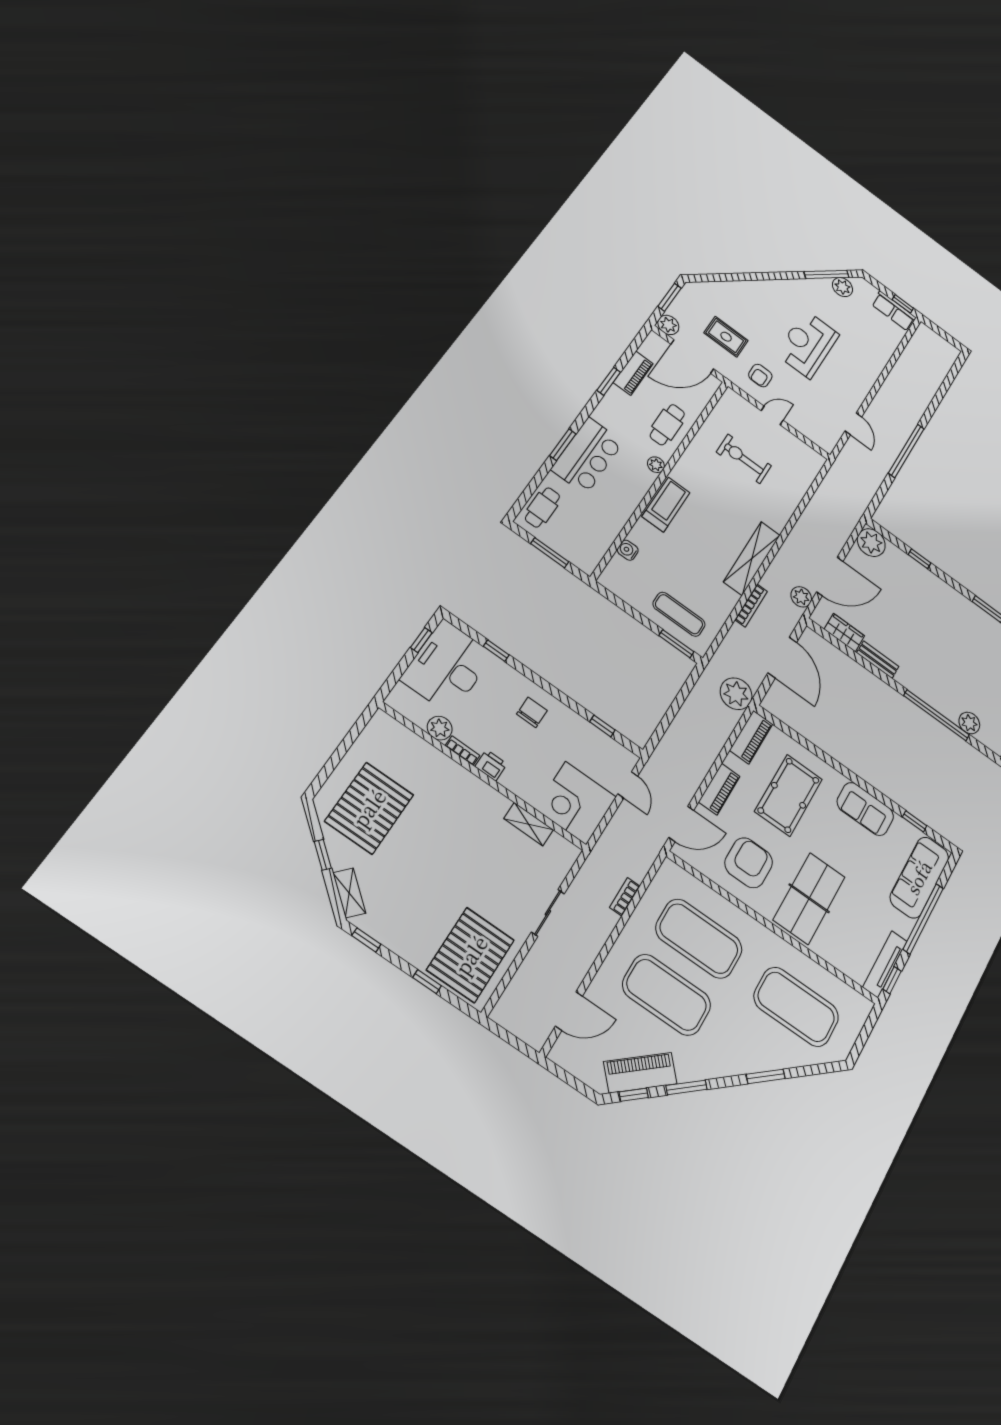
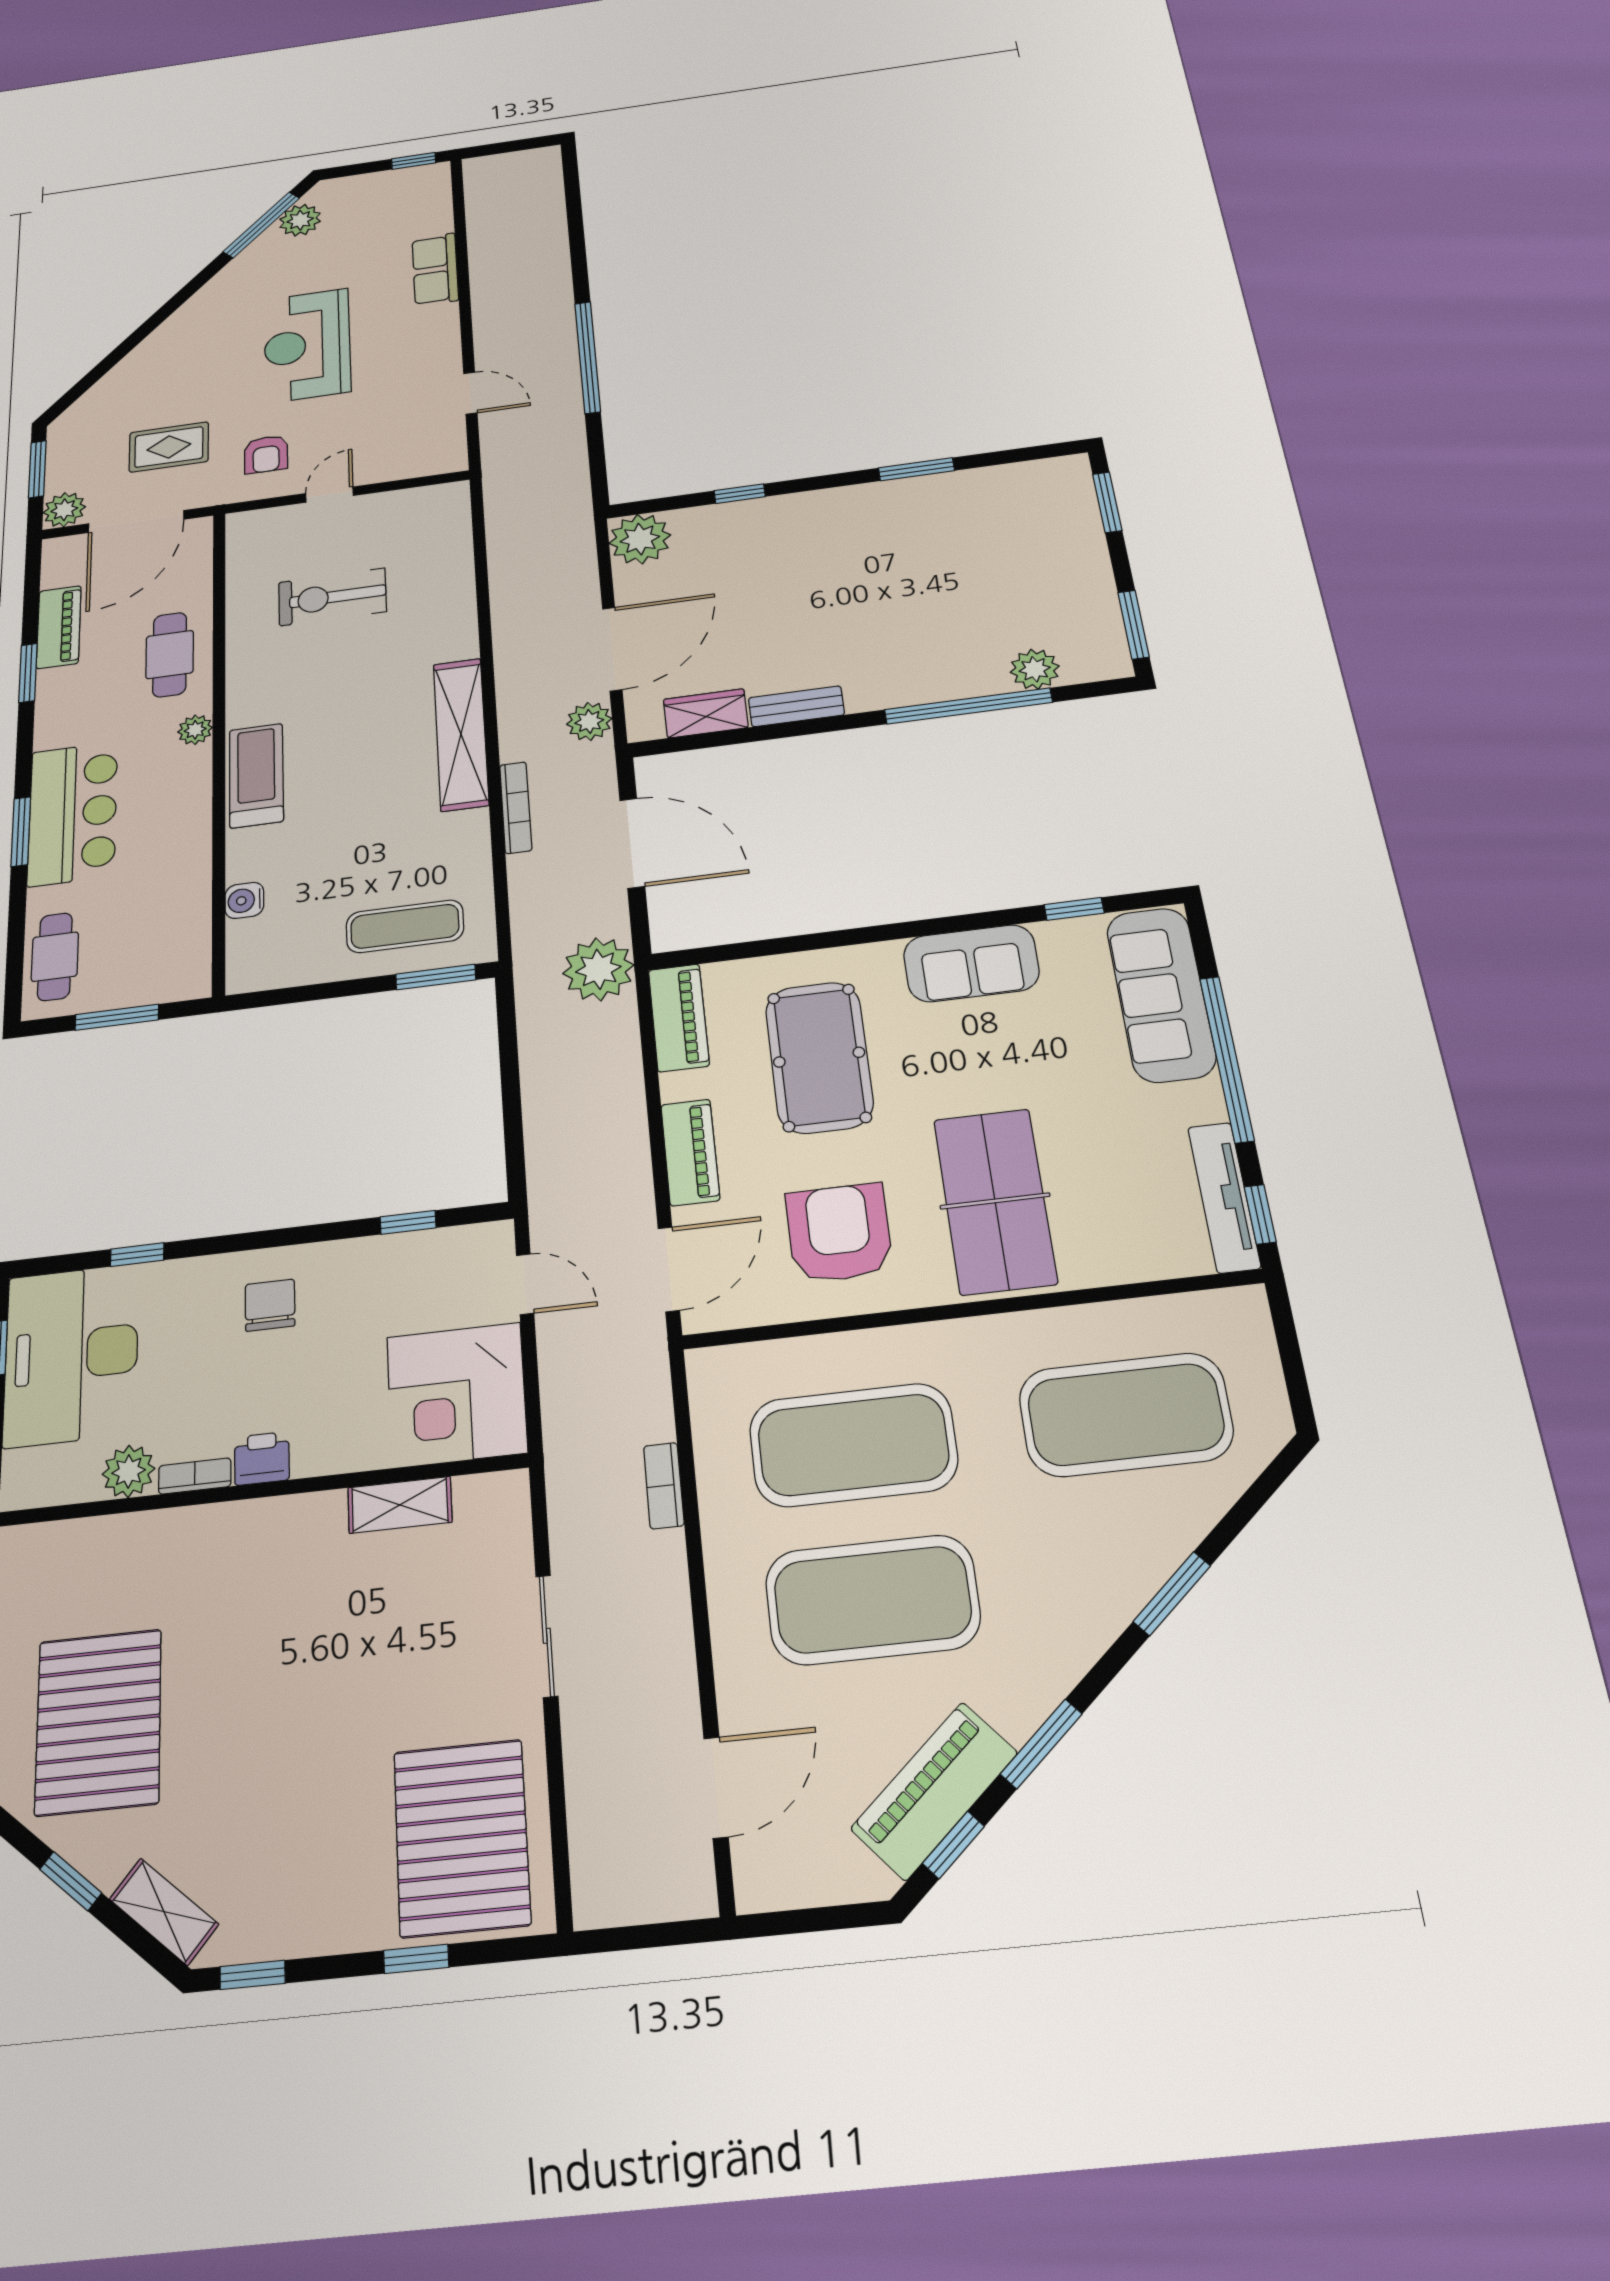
row of seats: (894, 311) -> (435, 269), moved, turned 90

